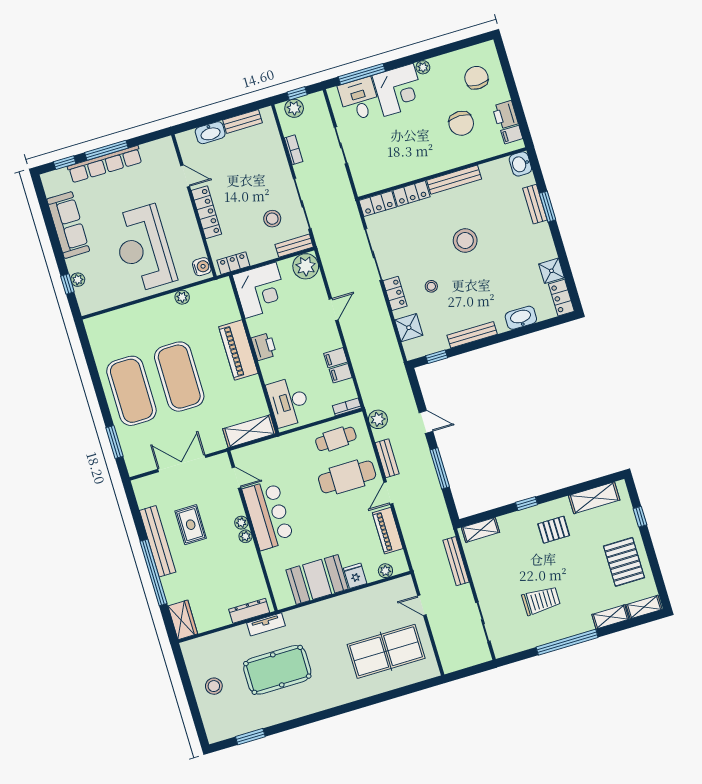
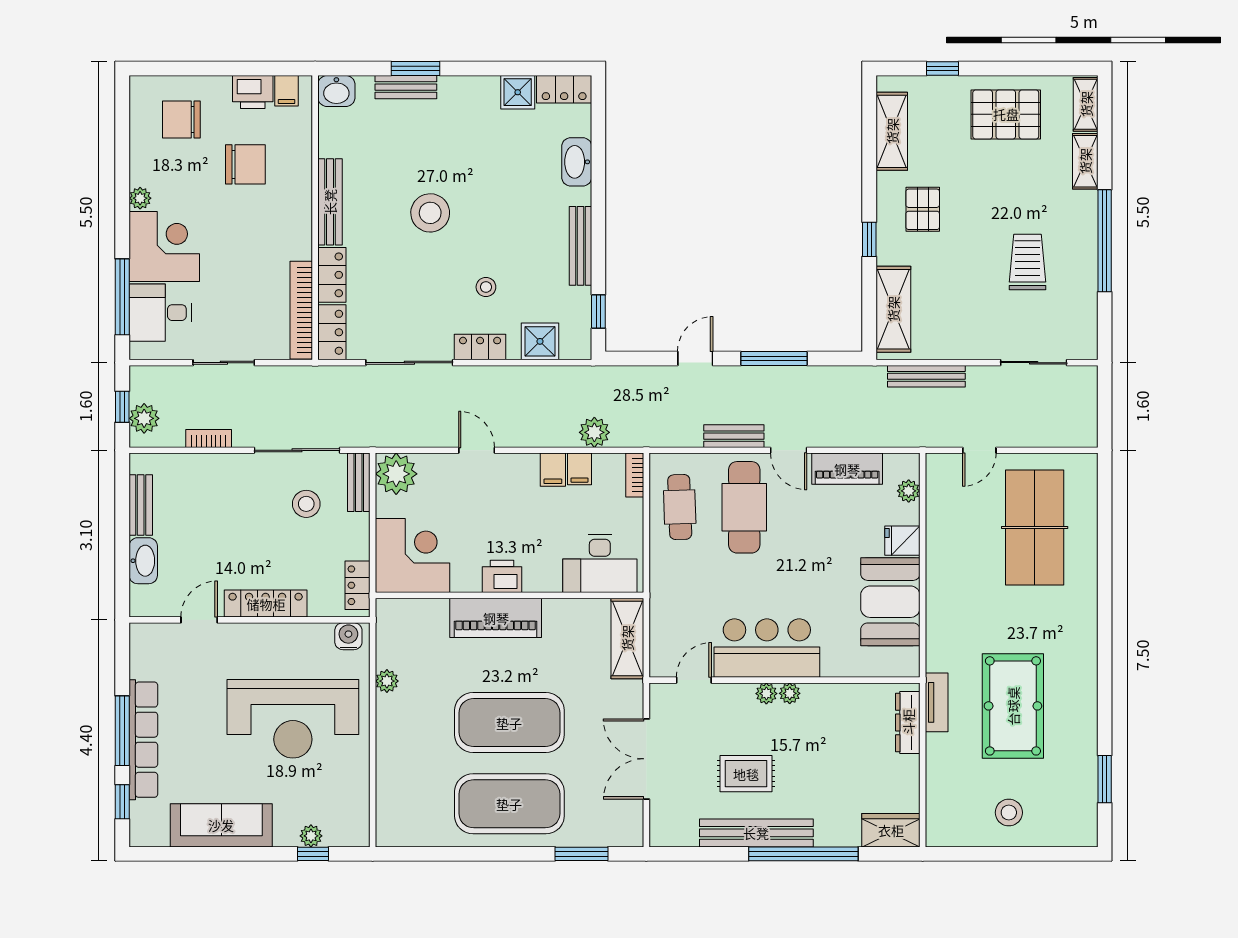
bookcase: (385, 182) -> (301, 310), added
plant: (378, 419) -> (594, 432), moved
shelving: (480, 530) -> (893, 309), width x1.50, depth x1.33

